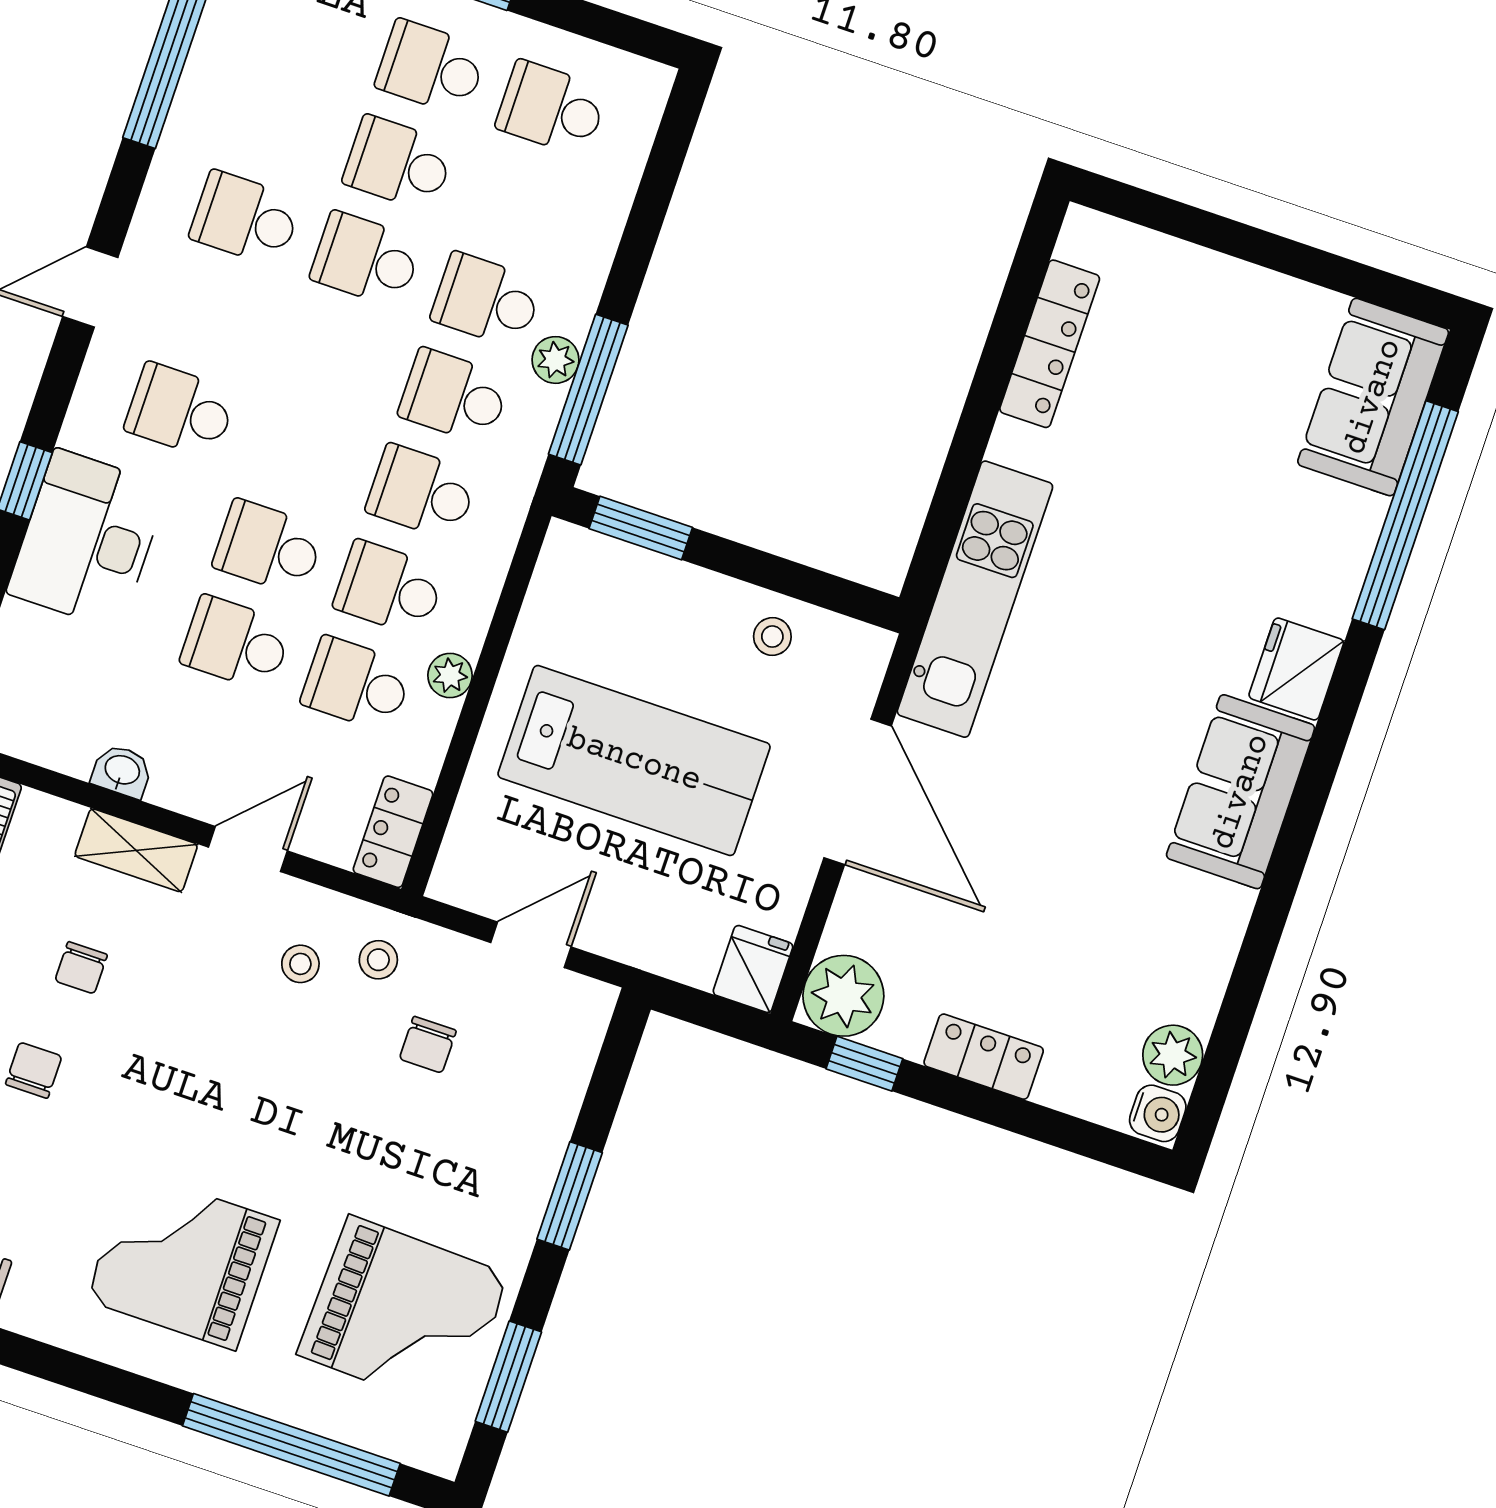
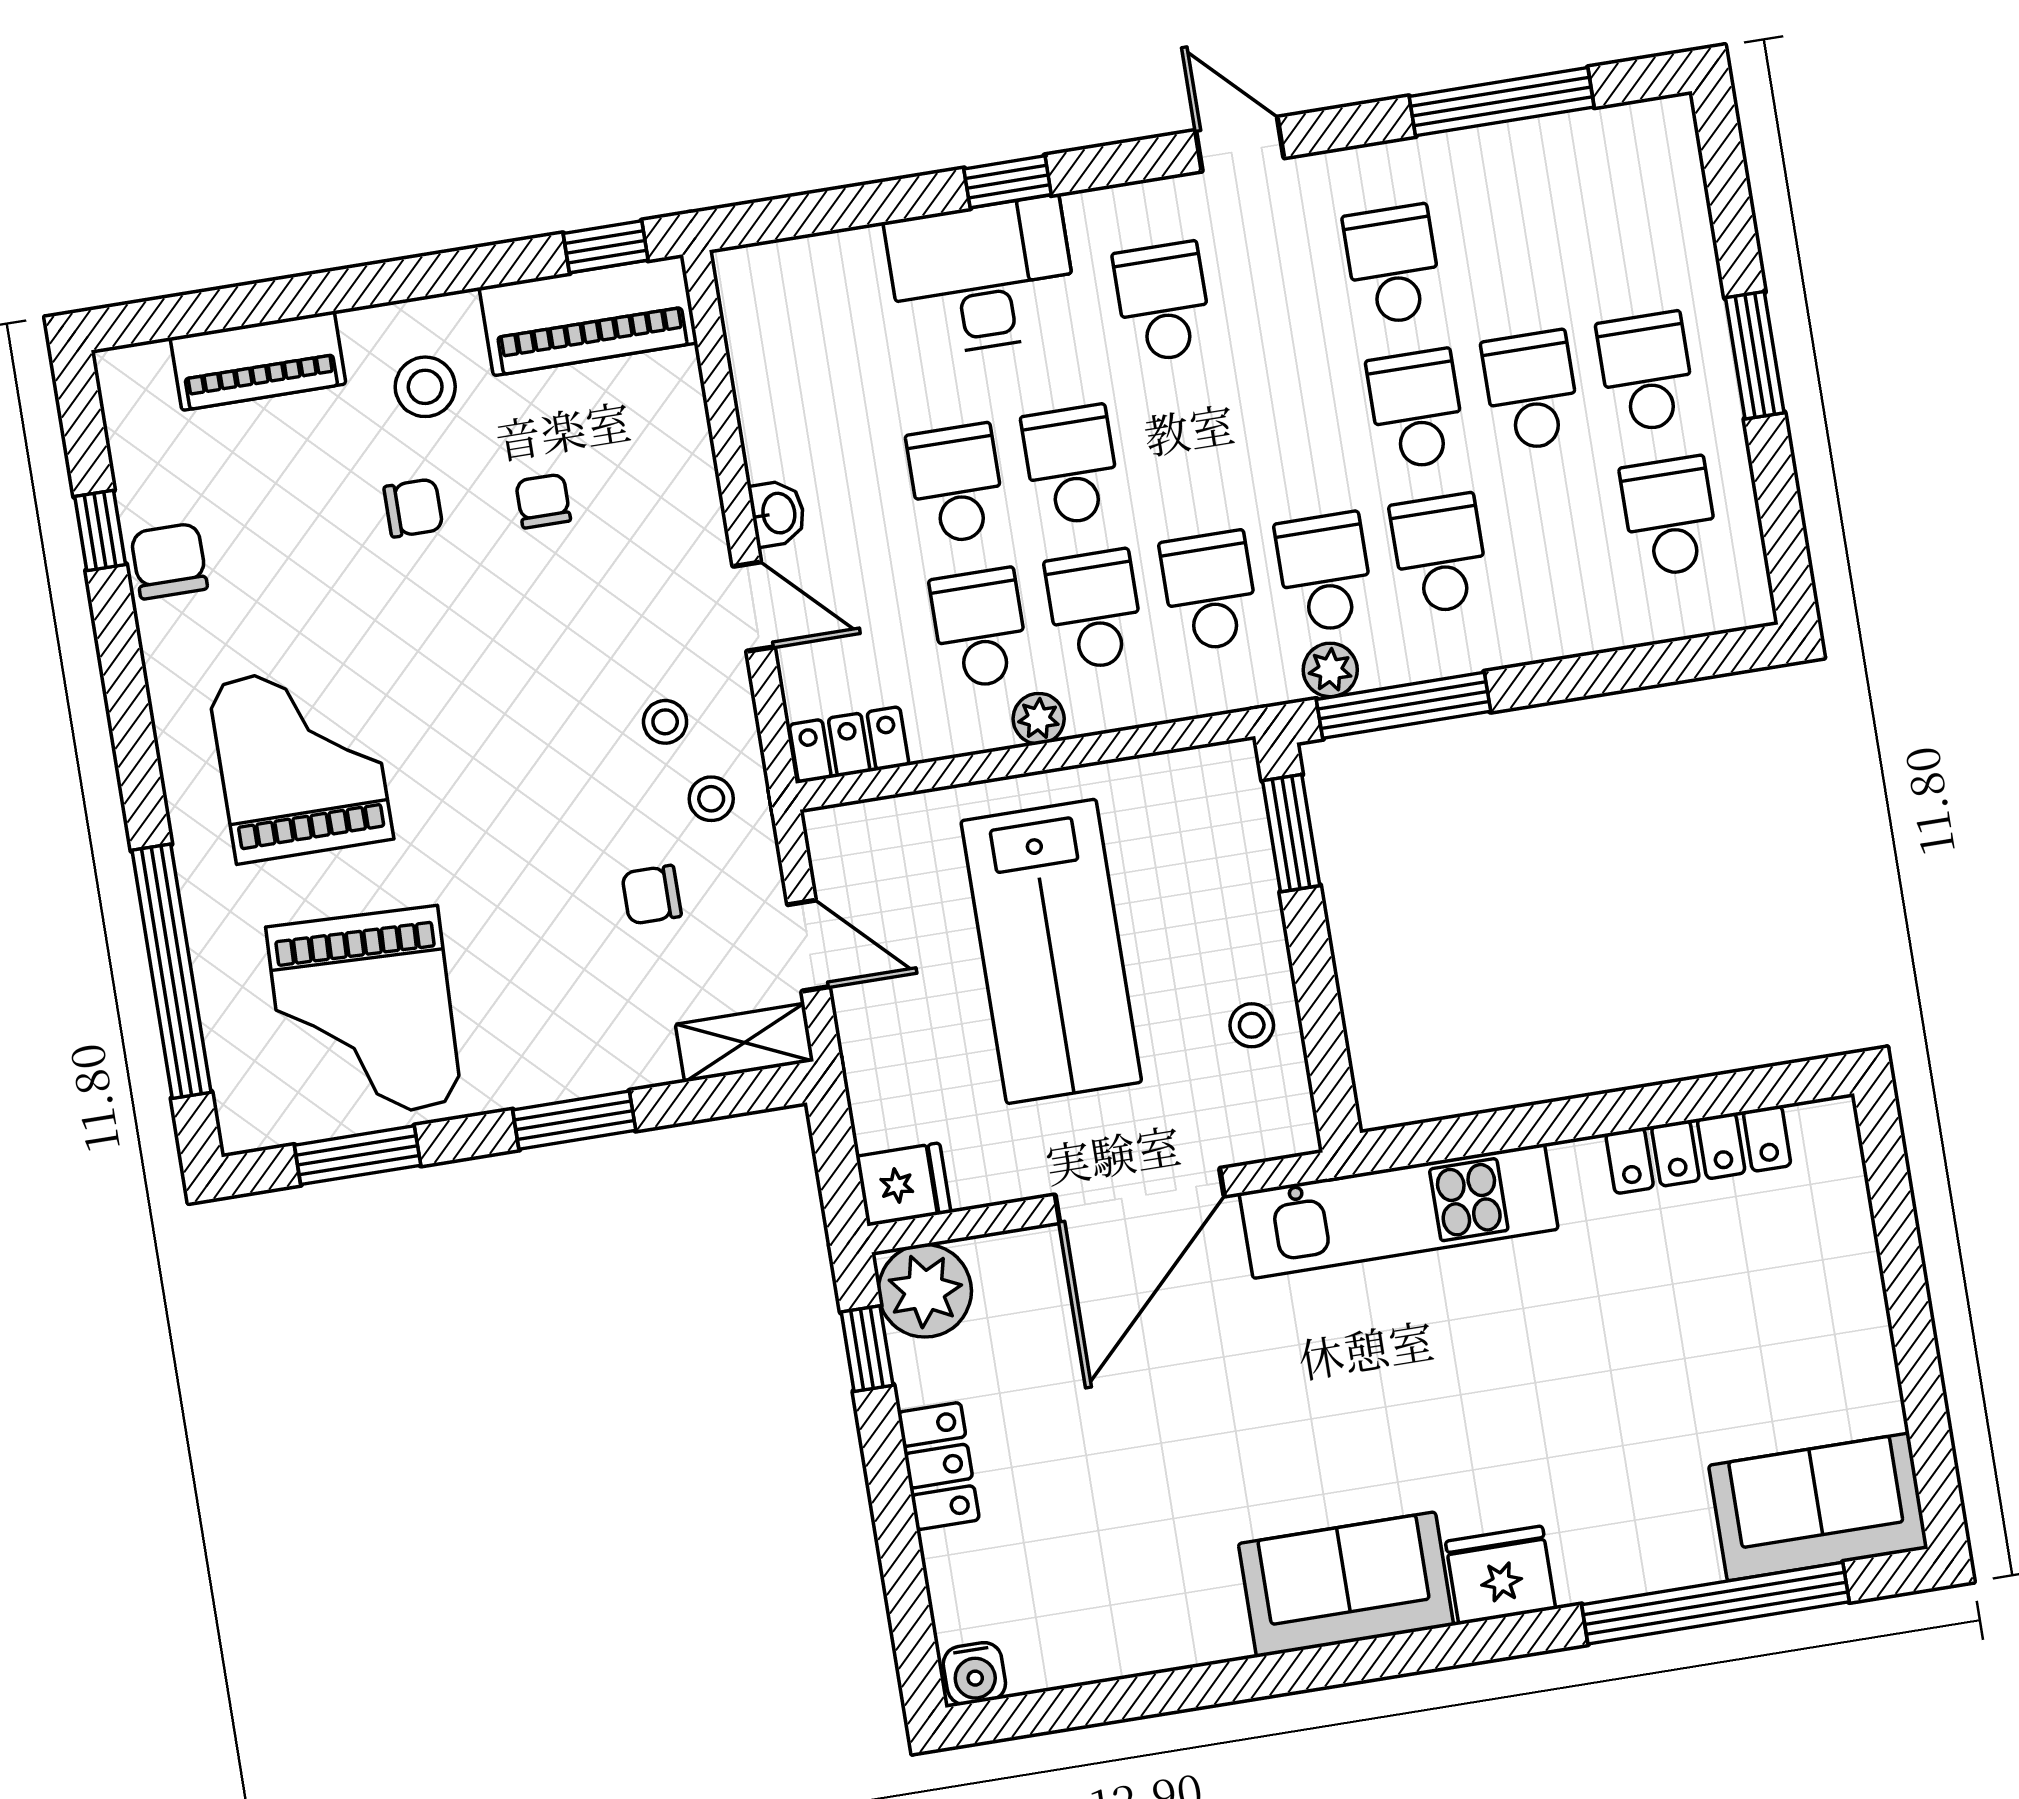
plant: (555, 360) -> (1330, 670), moved
washbasin: (122, 771) -> (777, 513), moved
shelving: (136, 850) -> (745, 1043), moved, turned 90
chair: (81, 968) -> (543, 501), turned 90
plant: (1173, 1055) -> (1042, 1657), removed

